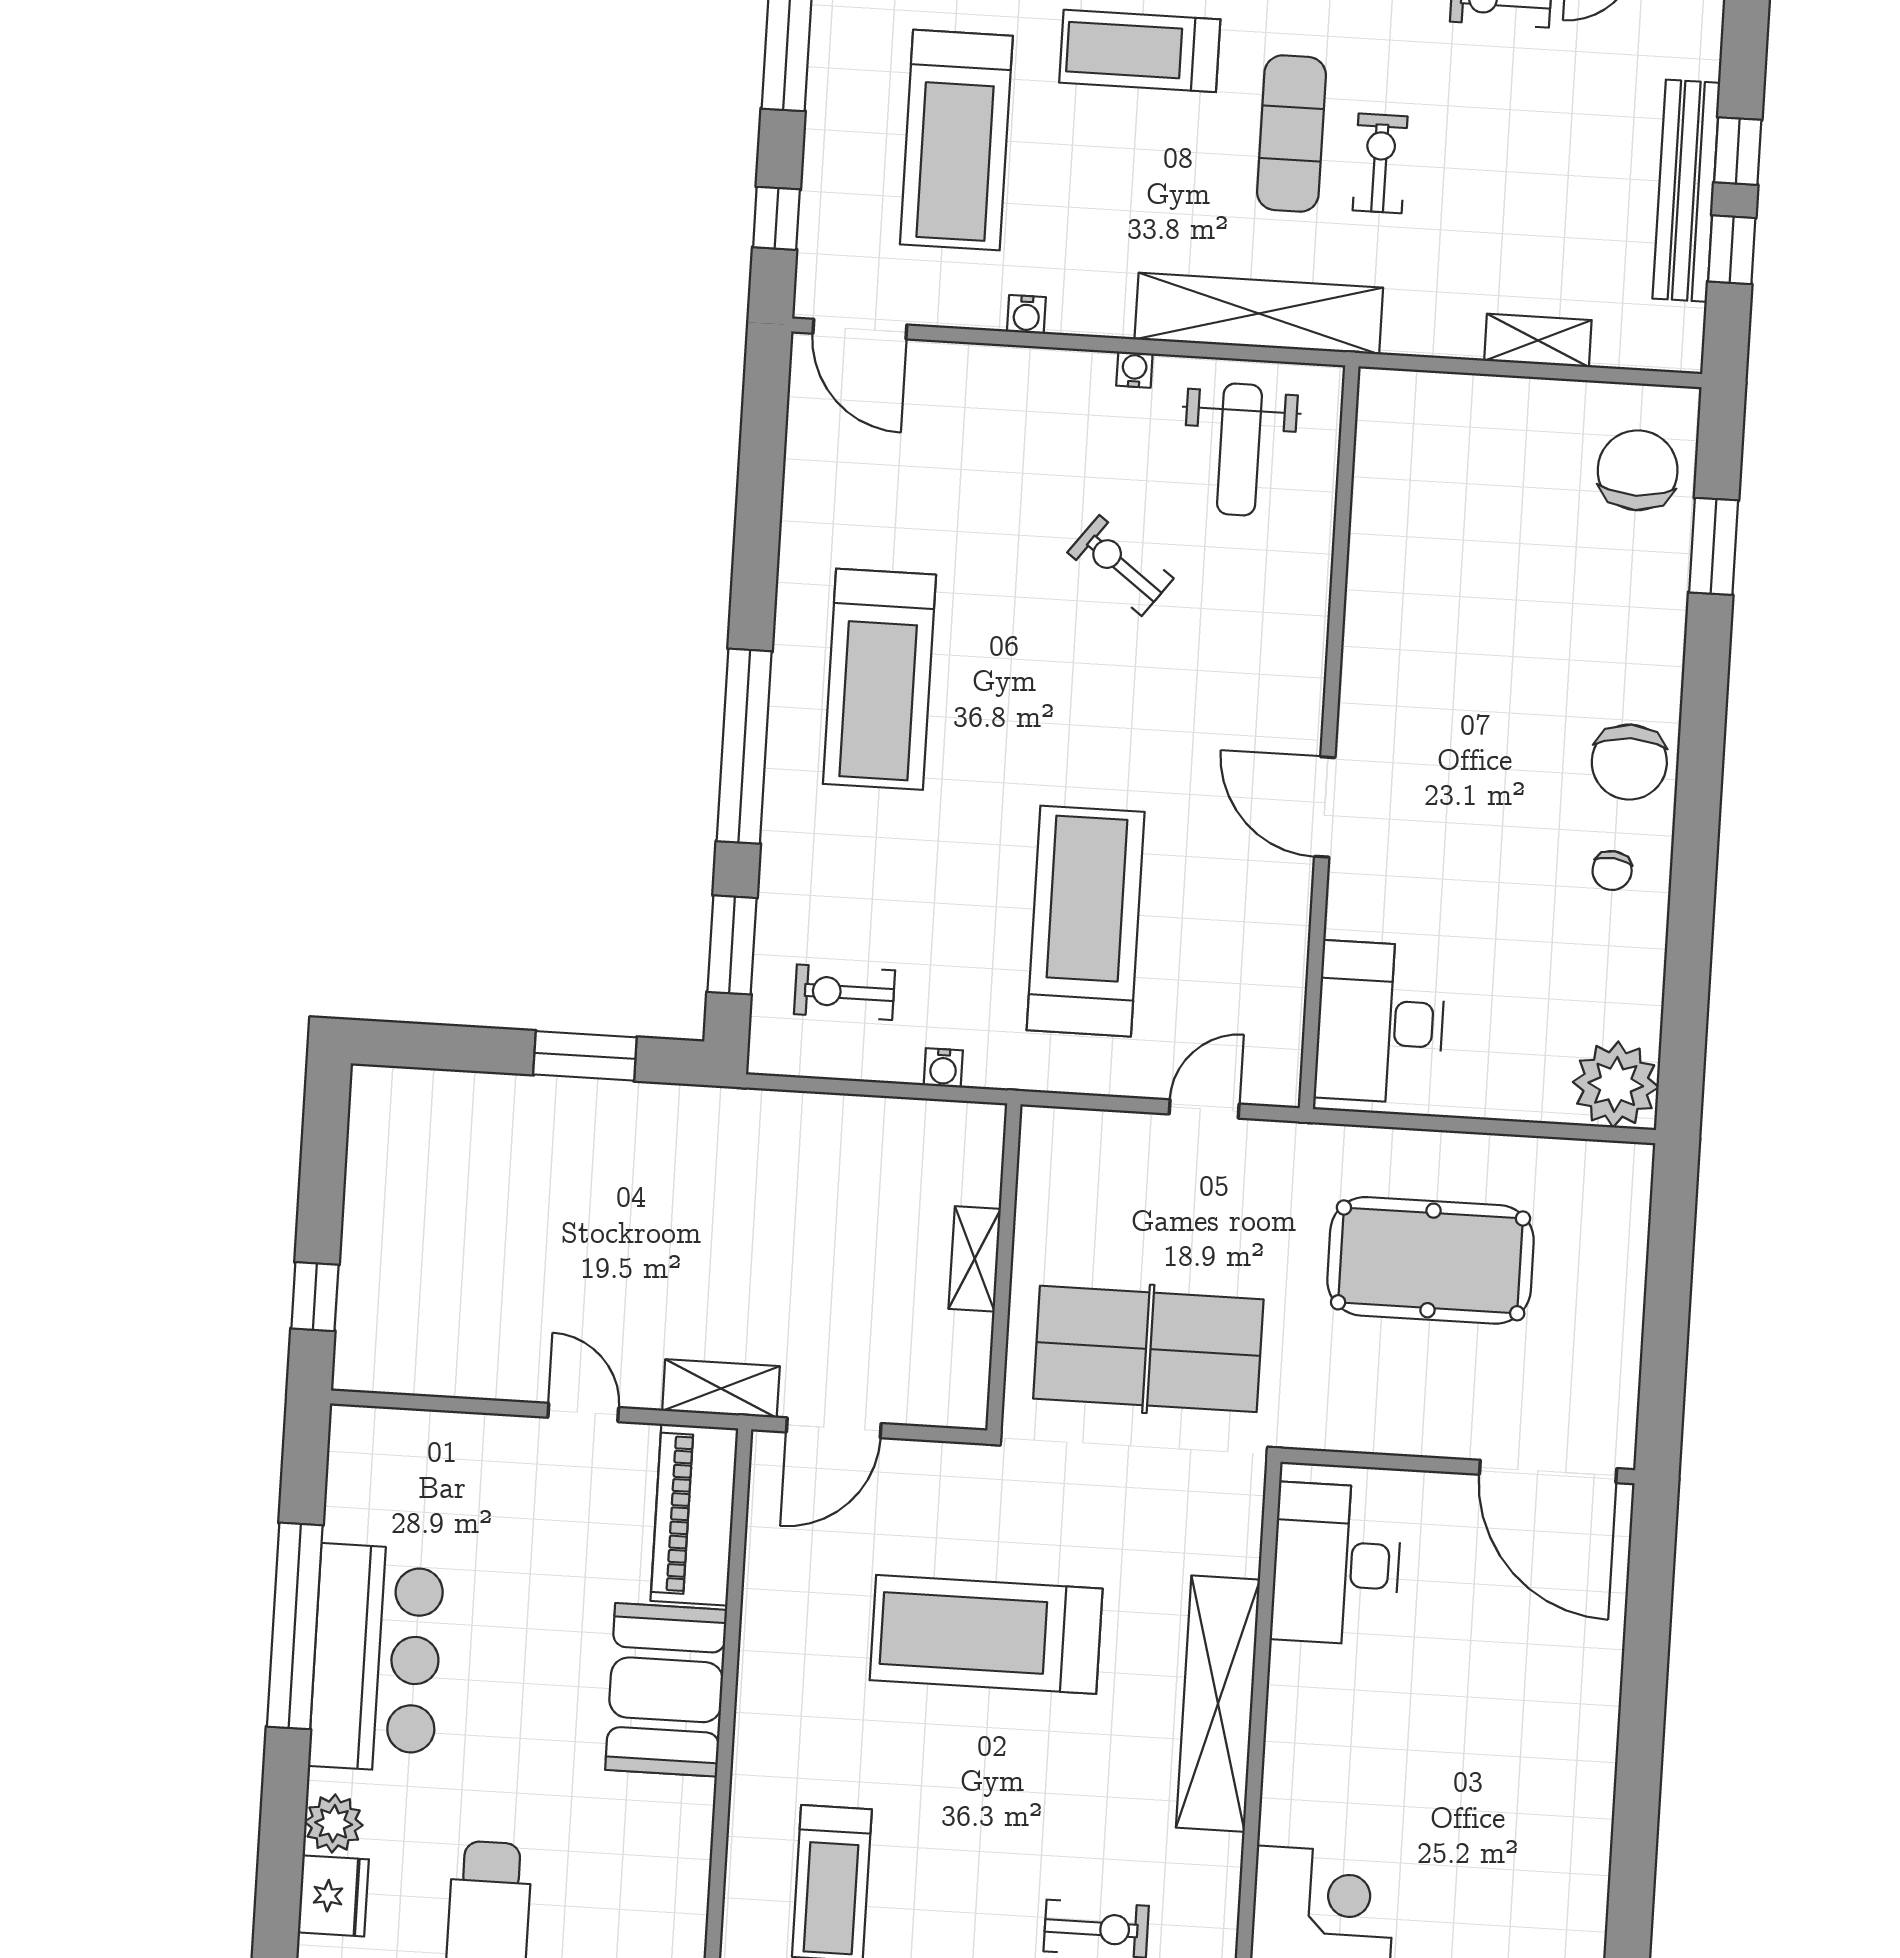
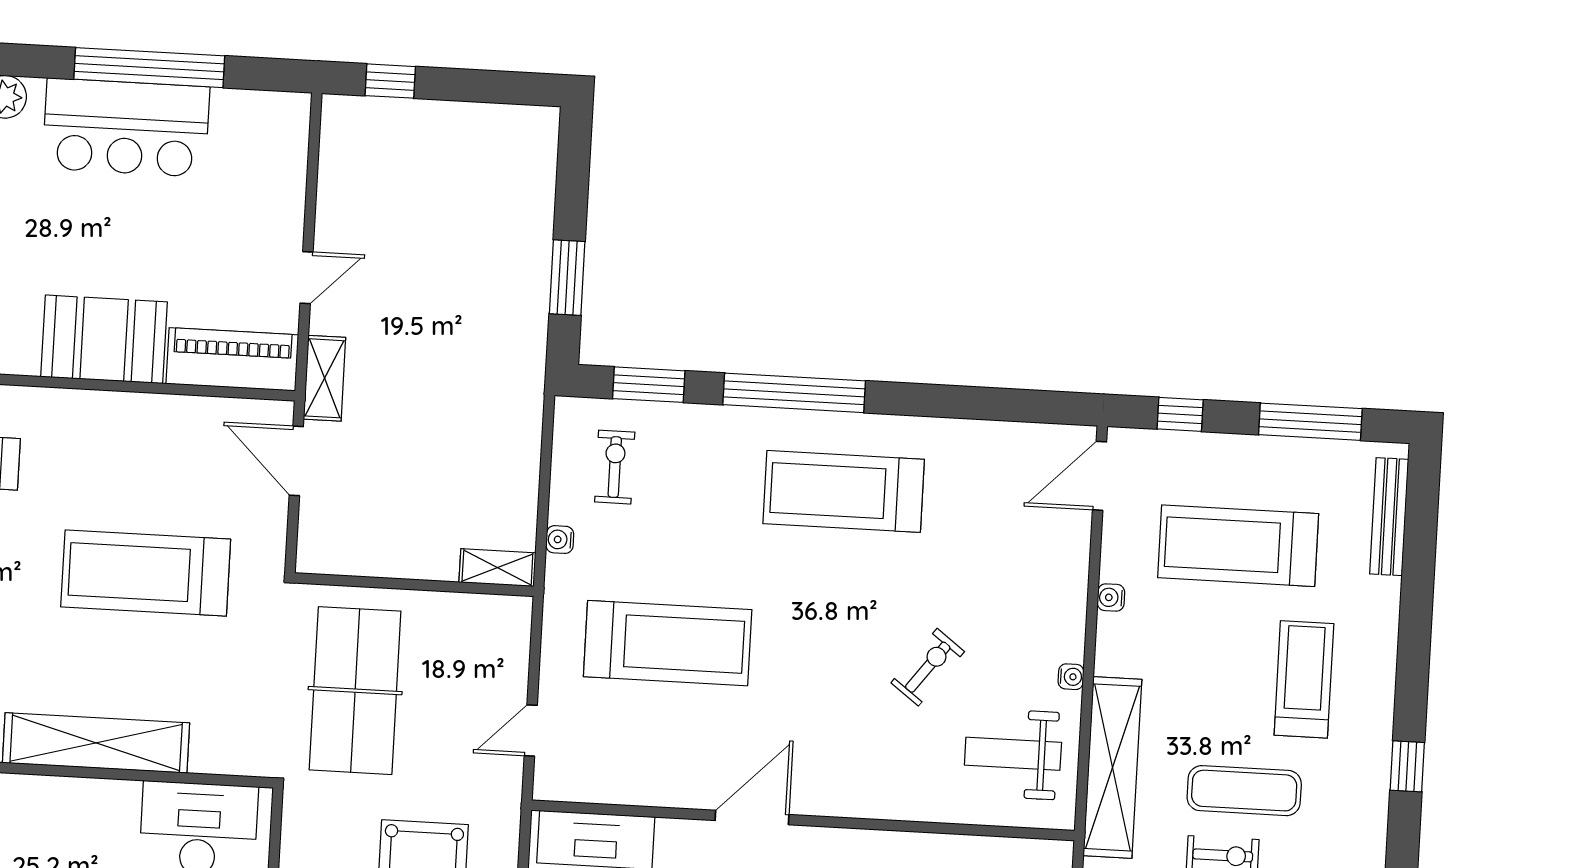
door: (1204, 1109) -> (531, 730), swing flipped
shelving: (975, 1259) -> (497, 568), moved
treadmill: (986, 1634) -> (146, 573), turned -90

